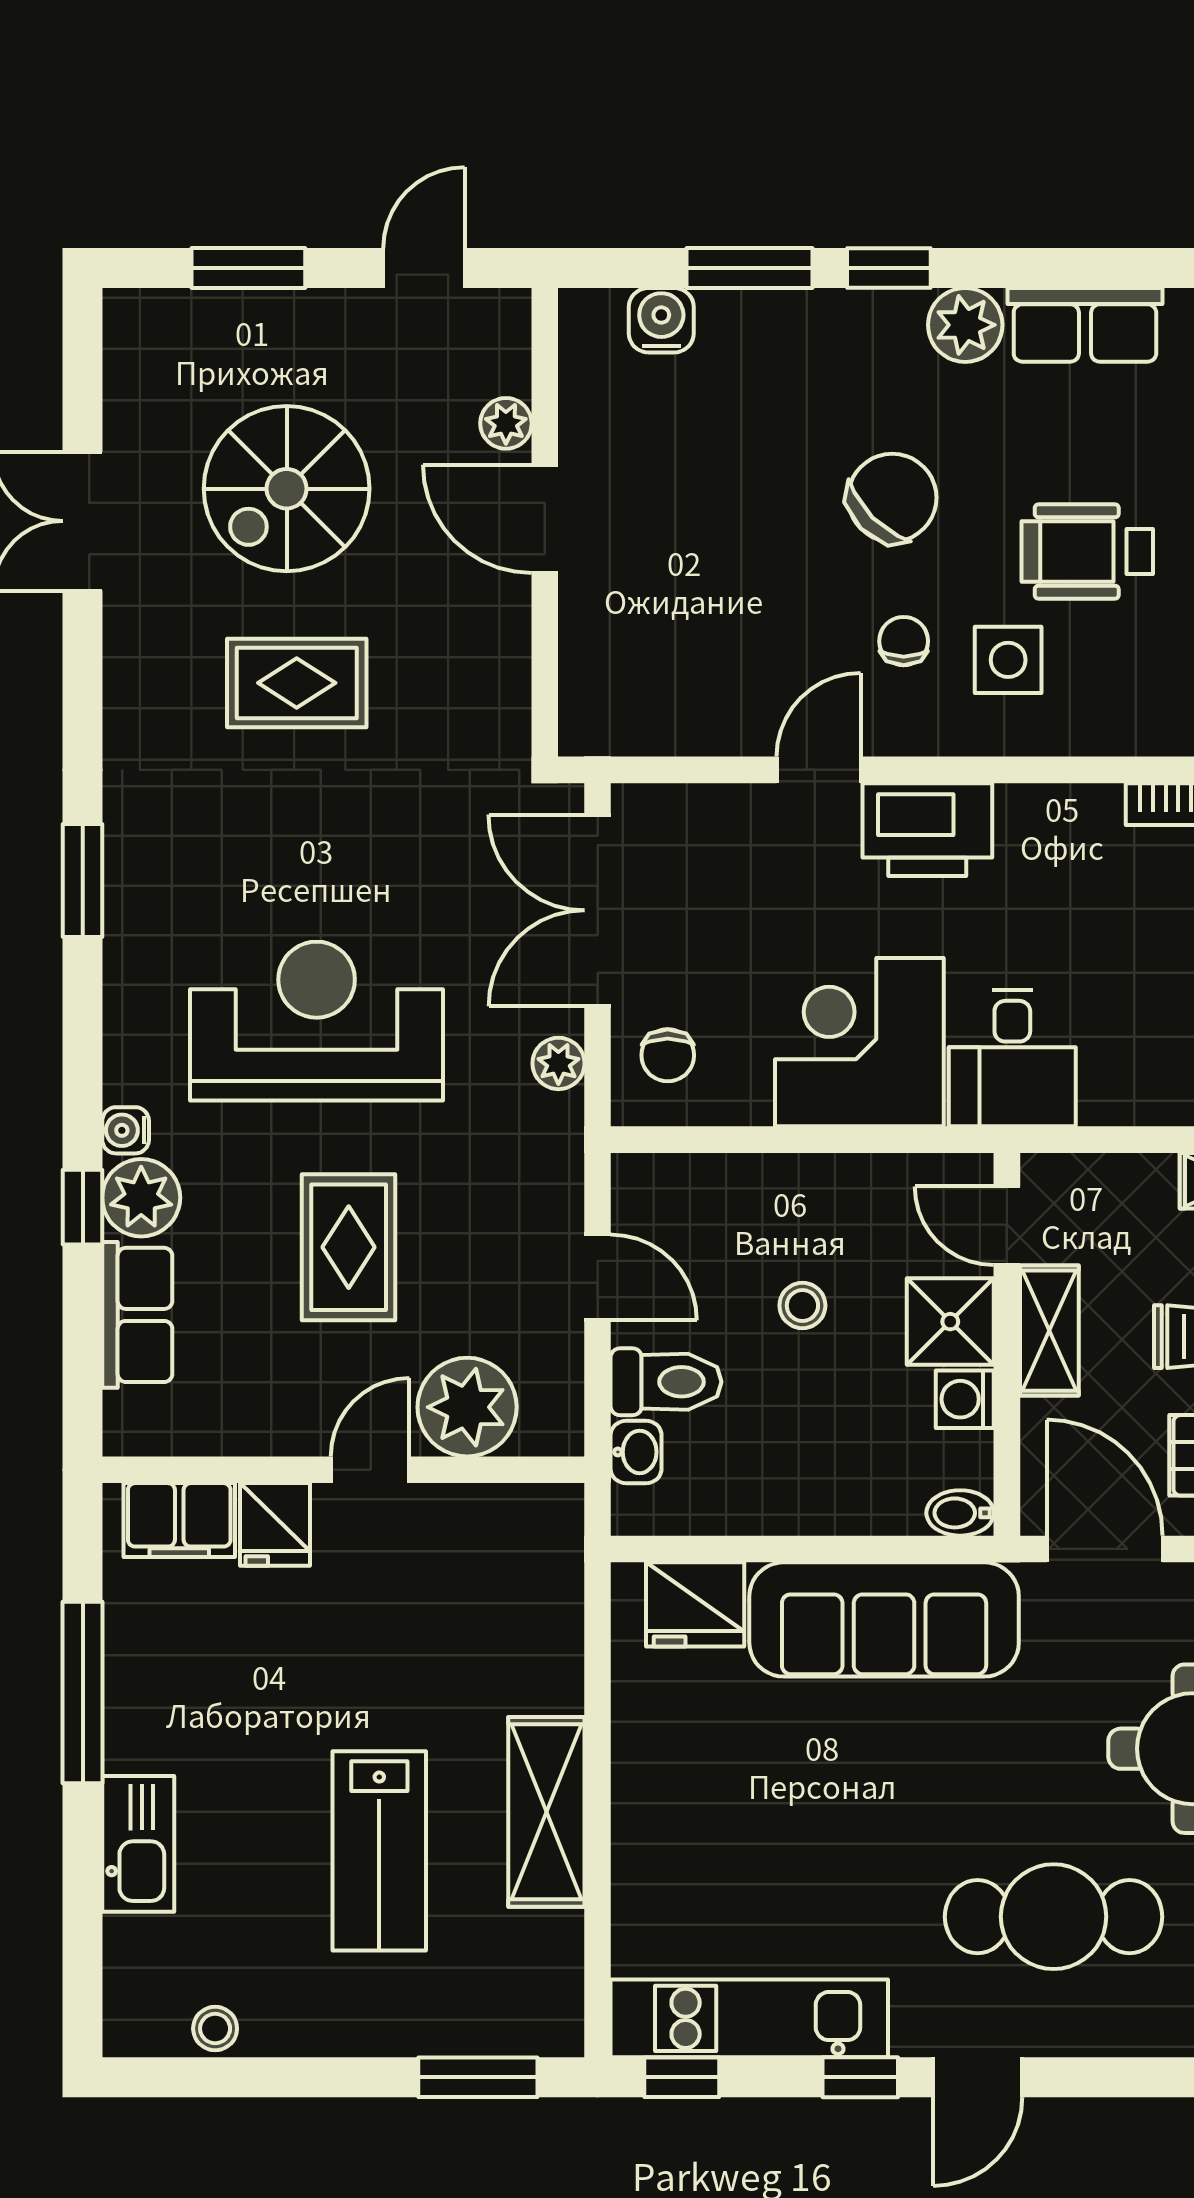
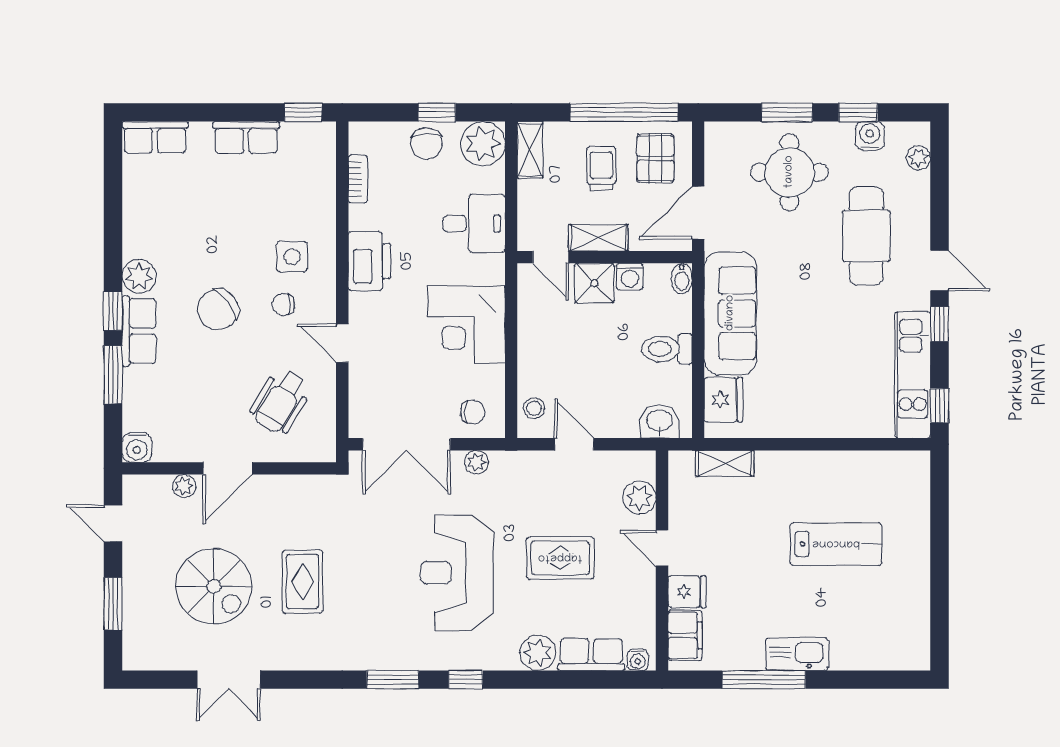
water cooler: (661, 320) -> (137, 448), moved, turned -90
row of seats: (1085, 325) -> (139, 331), moved
chair: (892, 498) -> (218, 310), turned -83
wheelchair: (1087, 551) -> (281, 401), moved, turned 31
printer: (927, 830) -> (370, 261), moved
desk: (1012, 1058) -> (474, 224), moved
water cooler: (126, 1130) -> (638, 660), moved
window: (83, 1207) -> (466, 680), moved
door: (1007, 1226) -> (551, 257), hinge flipped
door: (598, 1277) -> (574, 444), hinge flipped
stool: (802, 1306) -> (534, 408), moved
toilet: (666, 1382) -> (667, 349), moved, turned -90
plant: (467, 1407) -> (639, 498), width x0.73, depth x0.73
washbasin: (636, 1452) -> (659, 421), width x1.38, depth x1.45
shelving: (546, 1812) -> (725, 463), moved, width x0.67, depth x0.75
kitchen sink: (138, 1844) -> (797, 654), moved
stool: (215, 2029) -> (917, 619), removed
window: (478, 2077) -> (940, 499), removed

